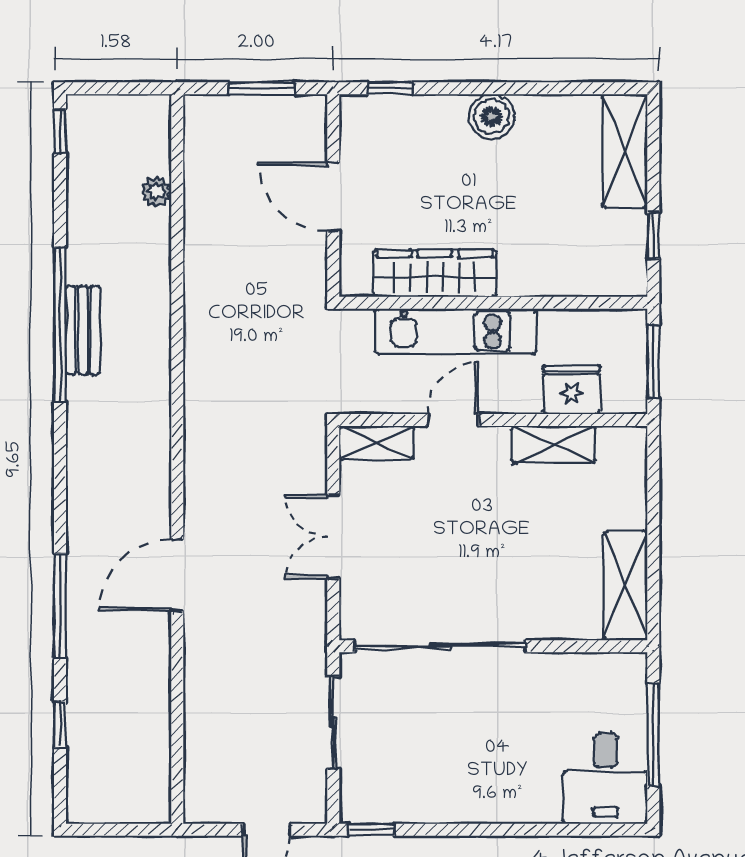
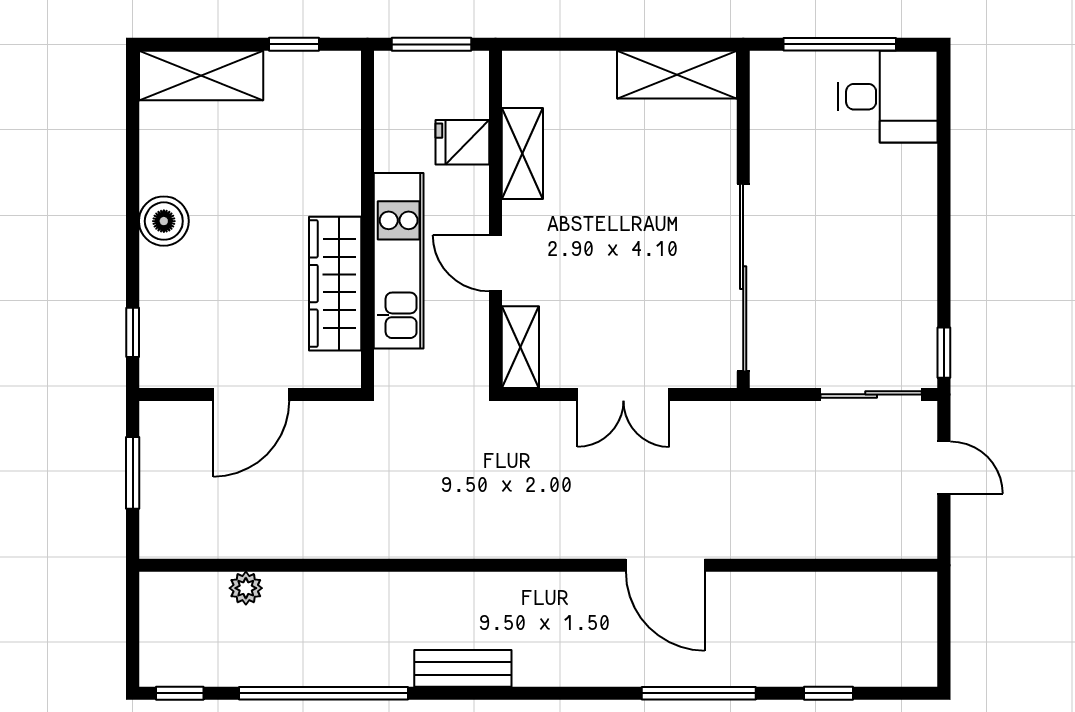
window: (60, 325) -> (324, 693), moved
bench: (83, 330) -> (463, 668), moved
fridge: (572, 390) -> (462, 142), width x0.72
sliding door: (333, 722) -> (871, 394), moved

